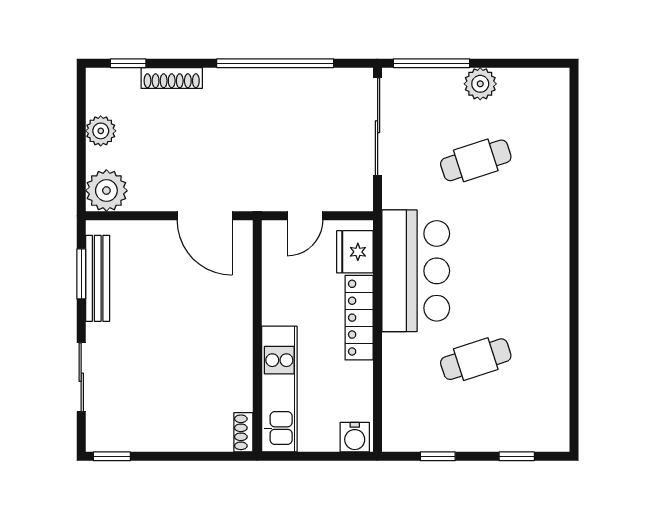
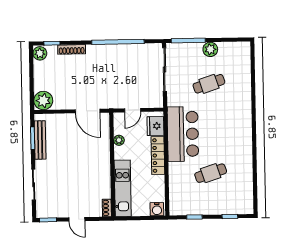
plant: (101, 131) -> (40, 53), moved
plant: (273, 282) -> (119, 140), added
door: (176, 456) -> (77, 219), added

